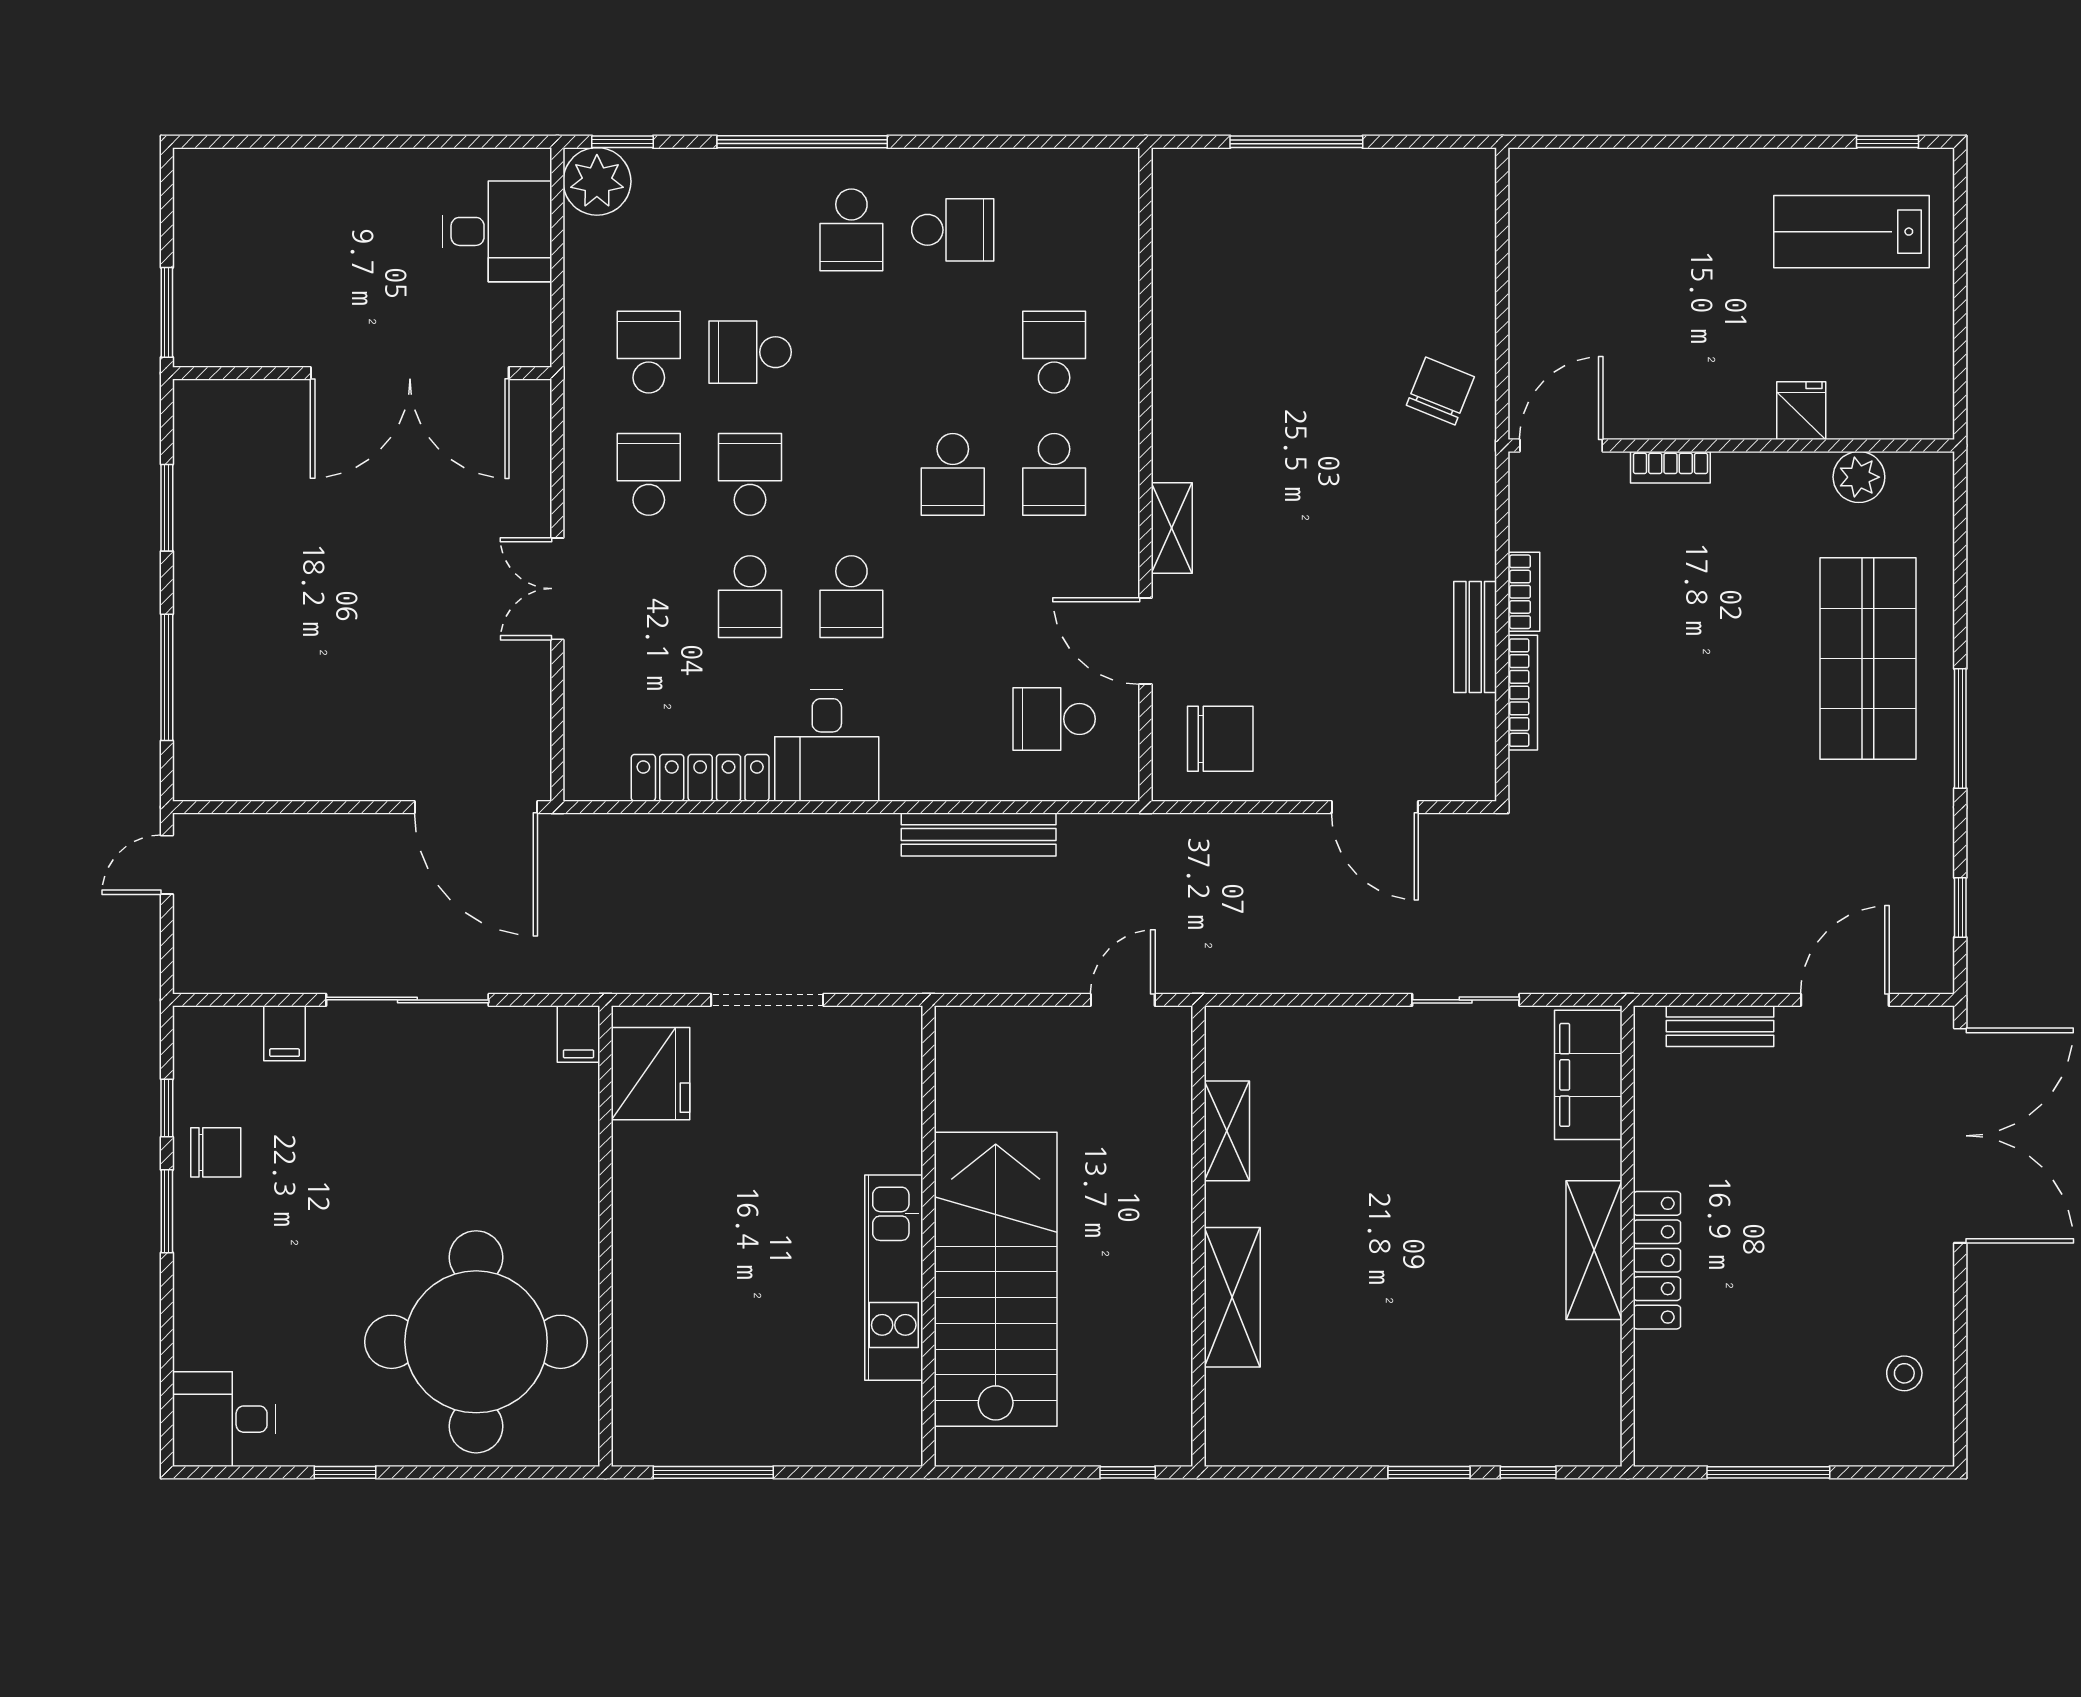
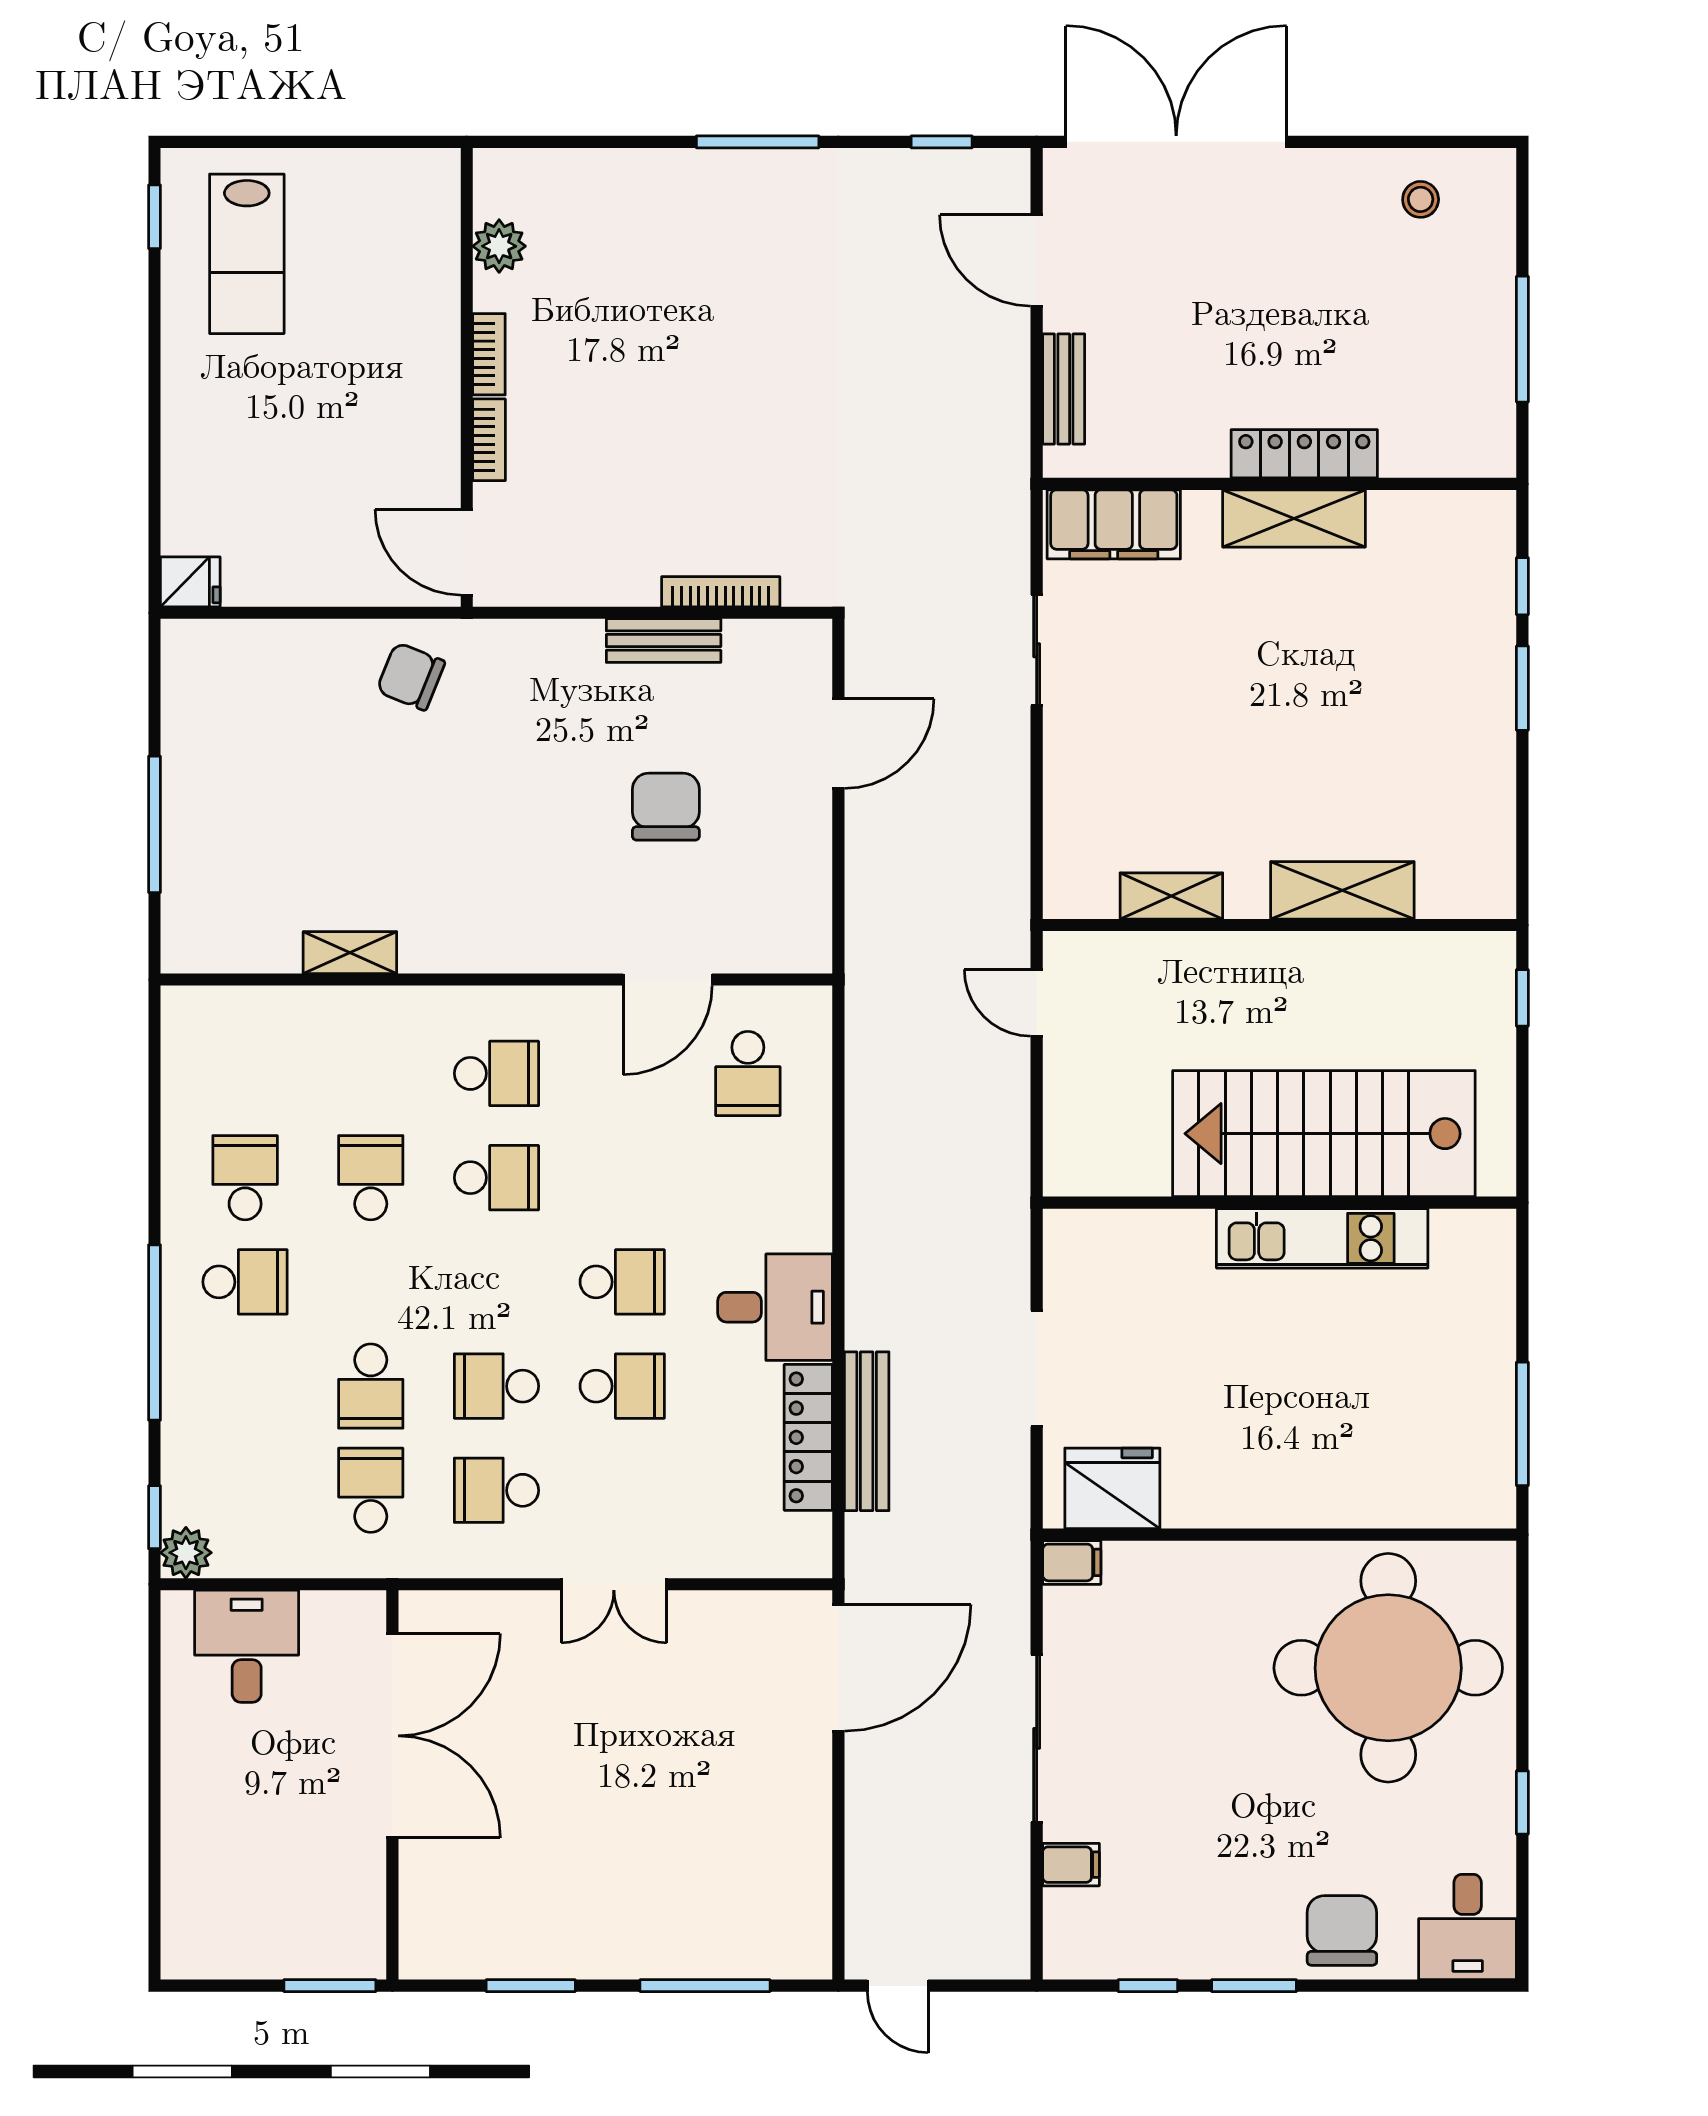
plant: (597, 181) -> (186, 1553), width x0.73, depth x0.73
school desk: (649, 352) -> (371, 1490), turned 90
school desk: (1054, 352) -> (371, 1178), moved, turned 90
fridge: (1801, 411) -> (190, 582), moved, turned 180
shelving: (1172, 528) -> (350, 953), moved
bookcase: (1524, 592) -> (489, 354), moved, turned 90
shop shelf: (1868, 659) -> (686, 237), removed
chair: (1220, 739) -> (666, 807), moved
bench: (979, 835) -> (867, 1431), moved
chair: (216, 1152) -> (1342, 1930), moved, width x1.37, depth x1.37

